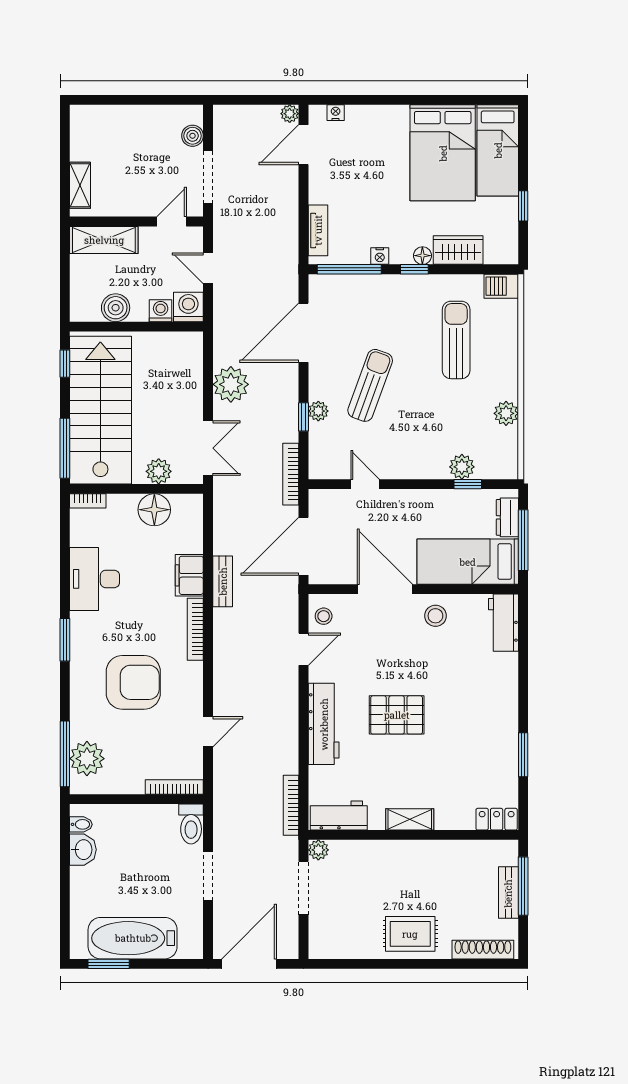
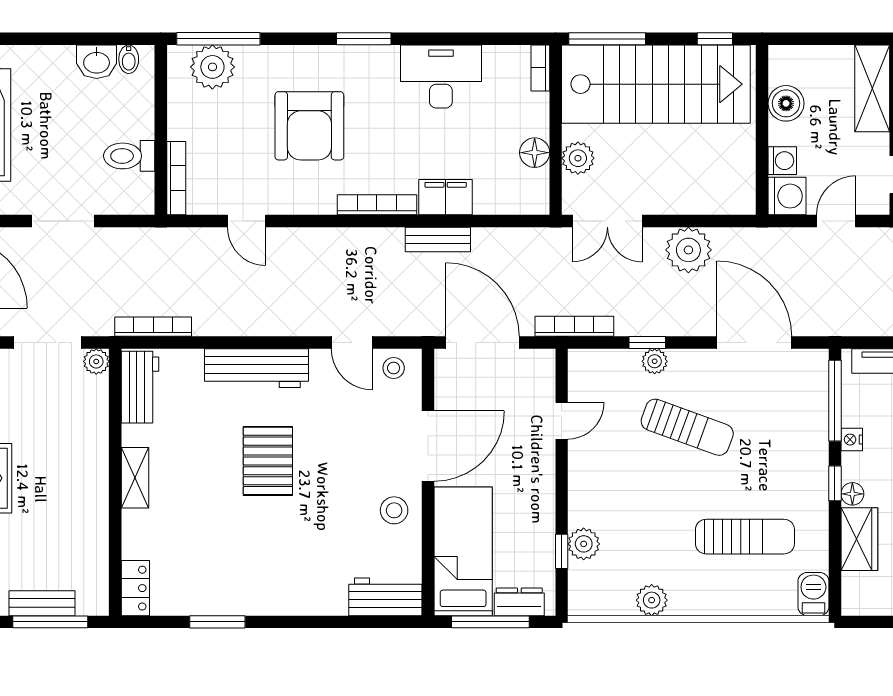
floor lamp: (154, 510) -> (535, 153), width x0.73, depth x0.73
toilet: (191, 824) -> (129, 156), moved

